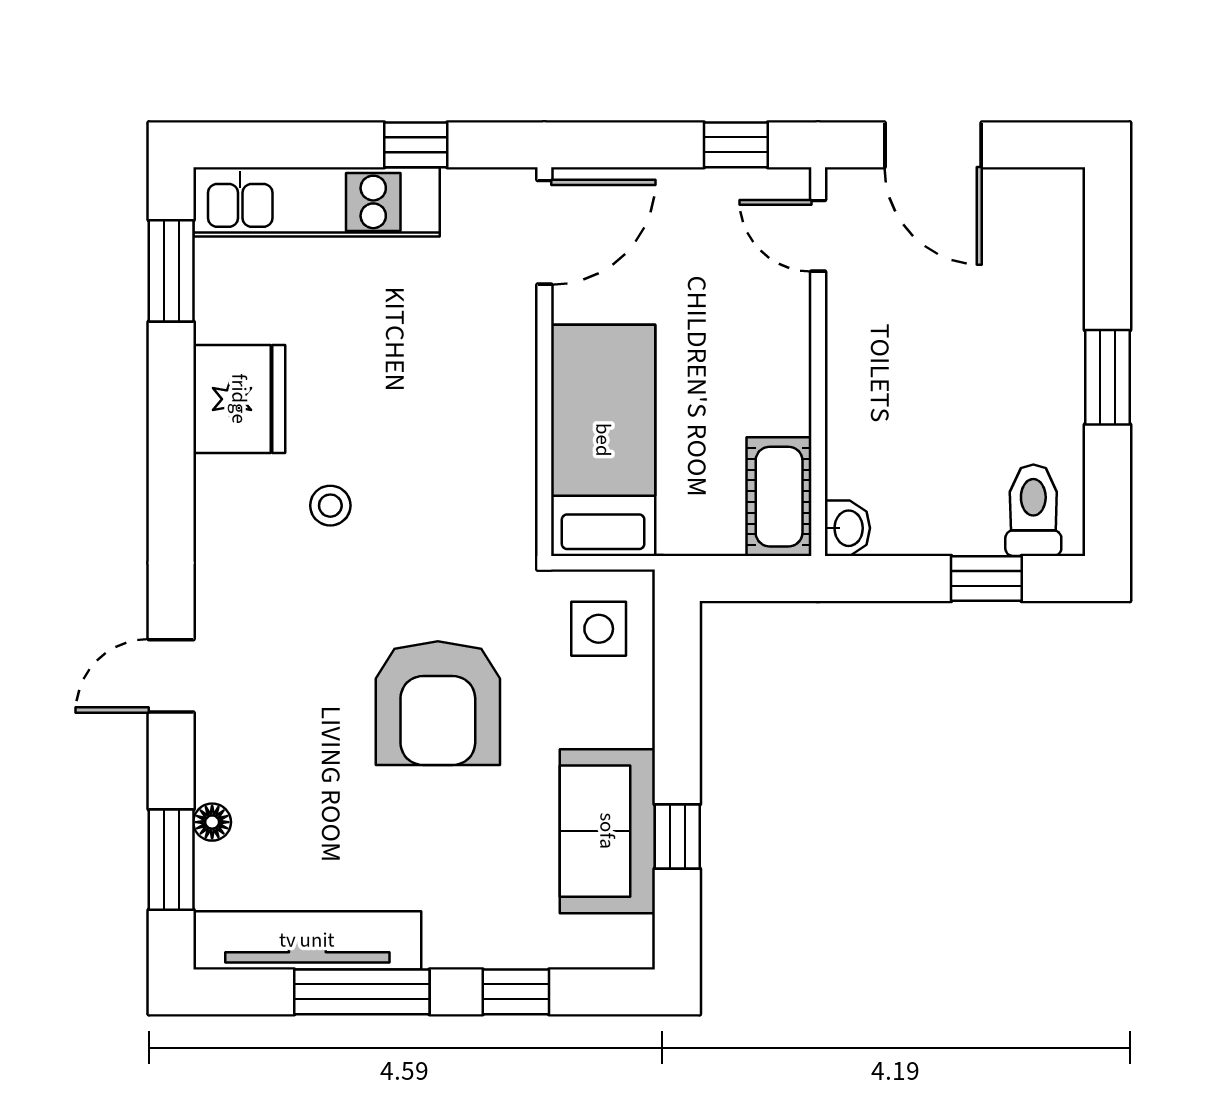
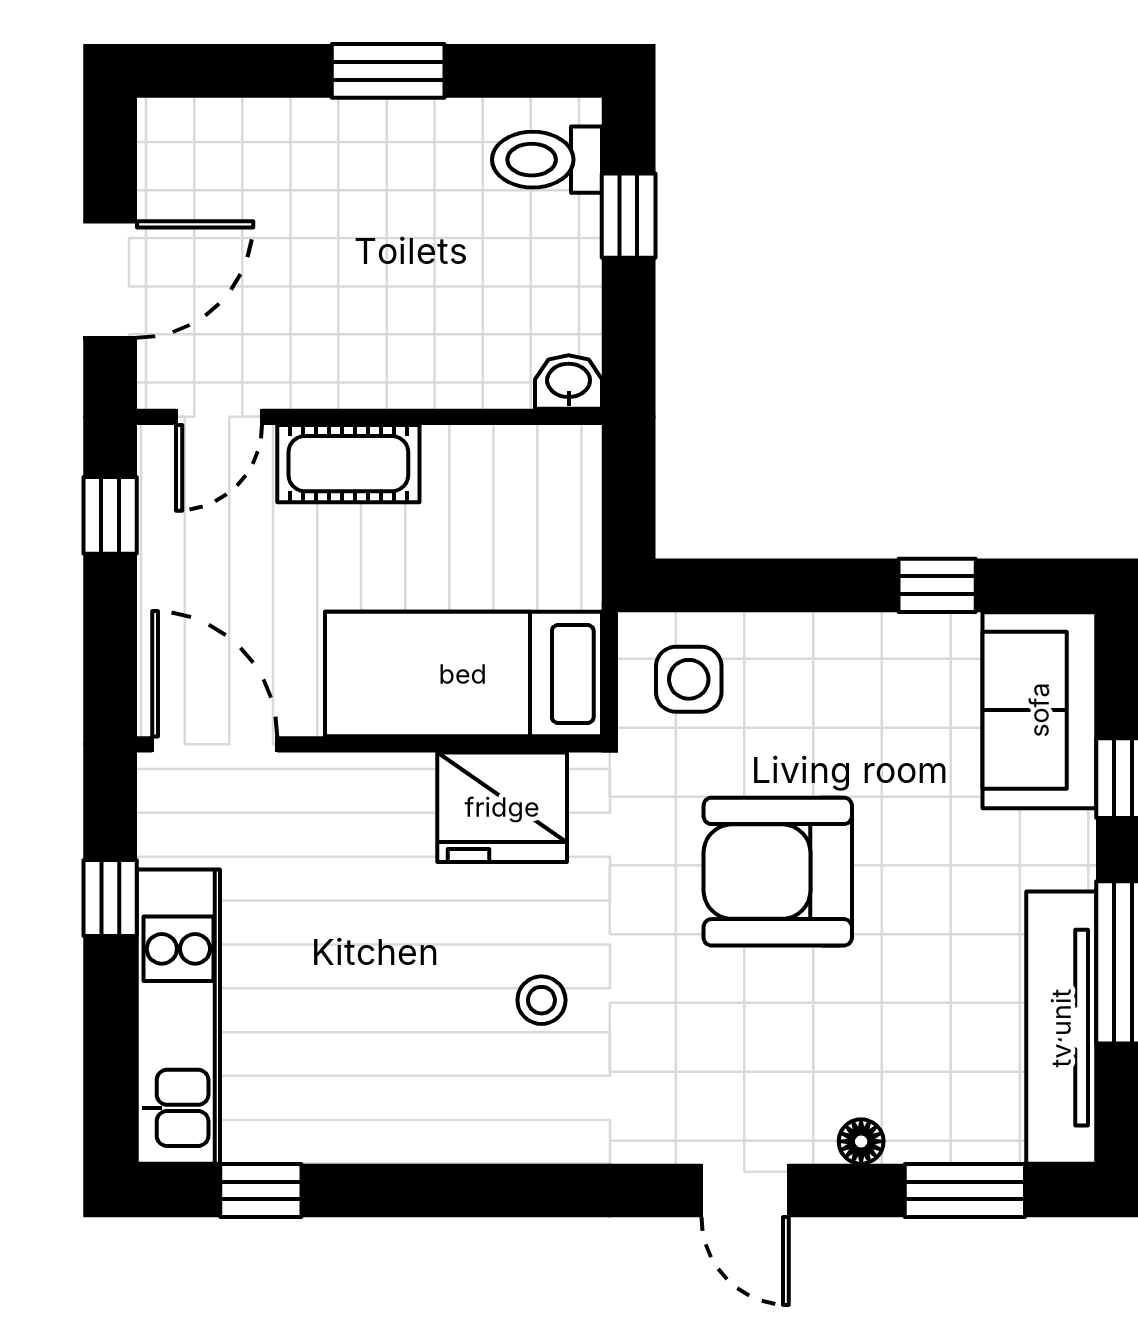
window: (171, 271) -> (261, 1191), width x0.67
fridge: (239, 399) -> (502, 807), moved, turned 180
cot: (779, 497) -> (348, 464), moved
armchair: (438, 703) -> (778, 872), turned 180
floor lamp: (212, 822) -> (861, 1141), moved
sofa: (607, 831) -> (1039, 710), moved, turned 90

